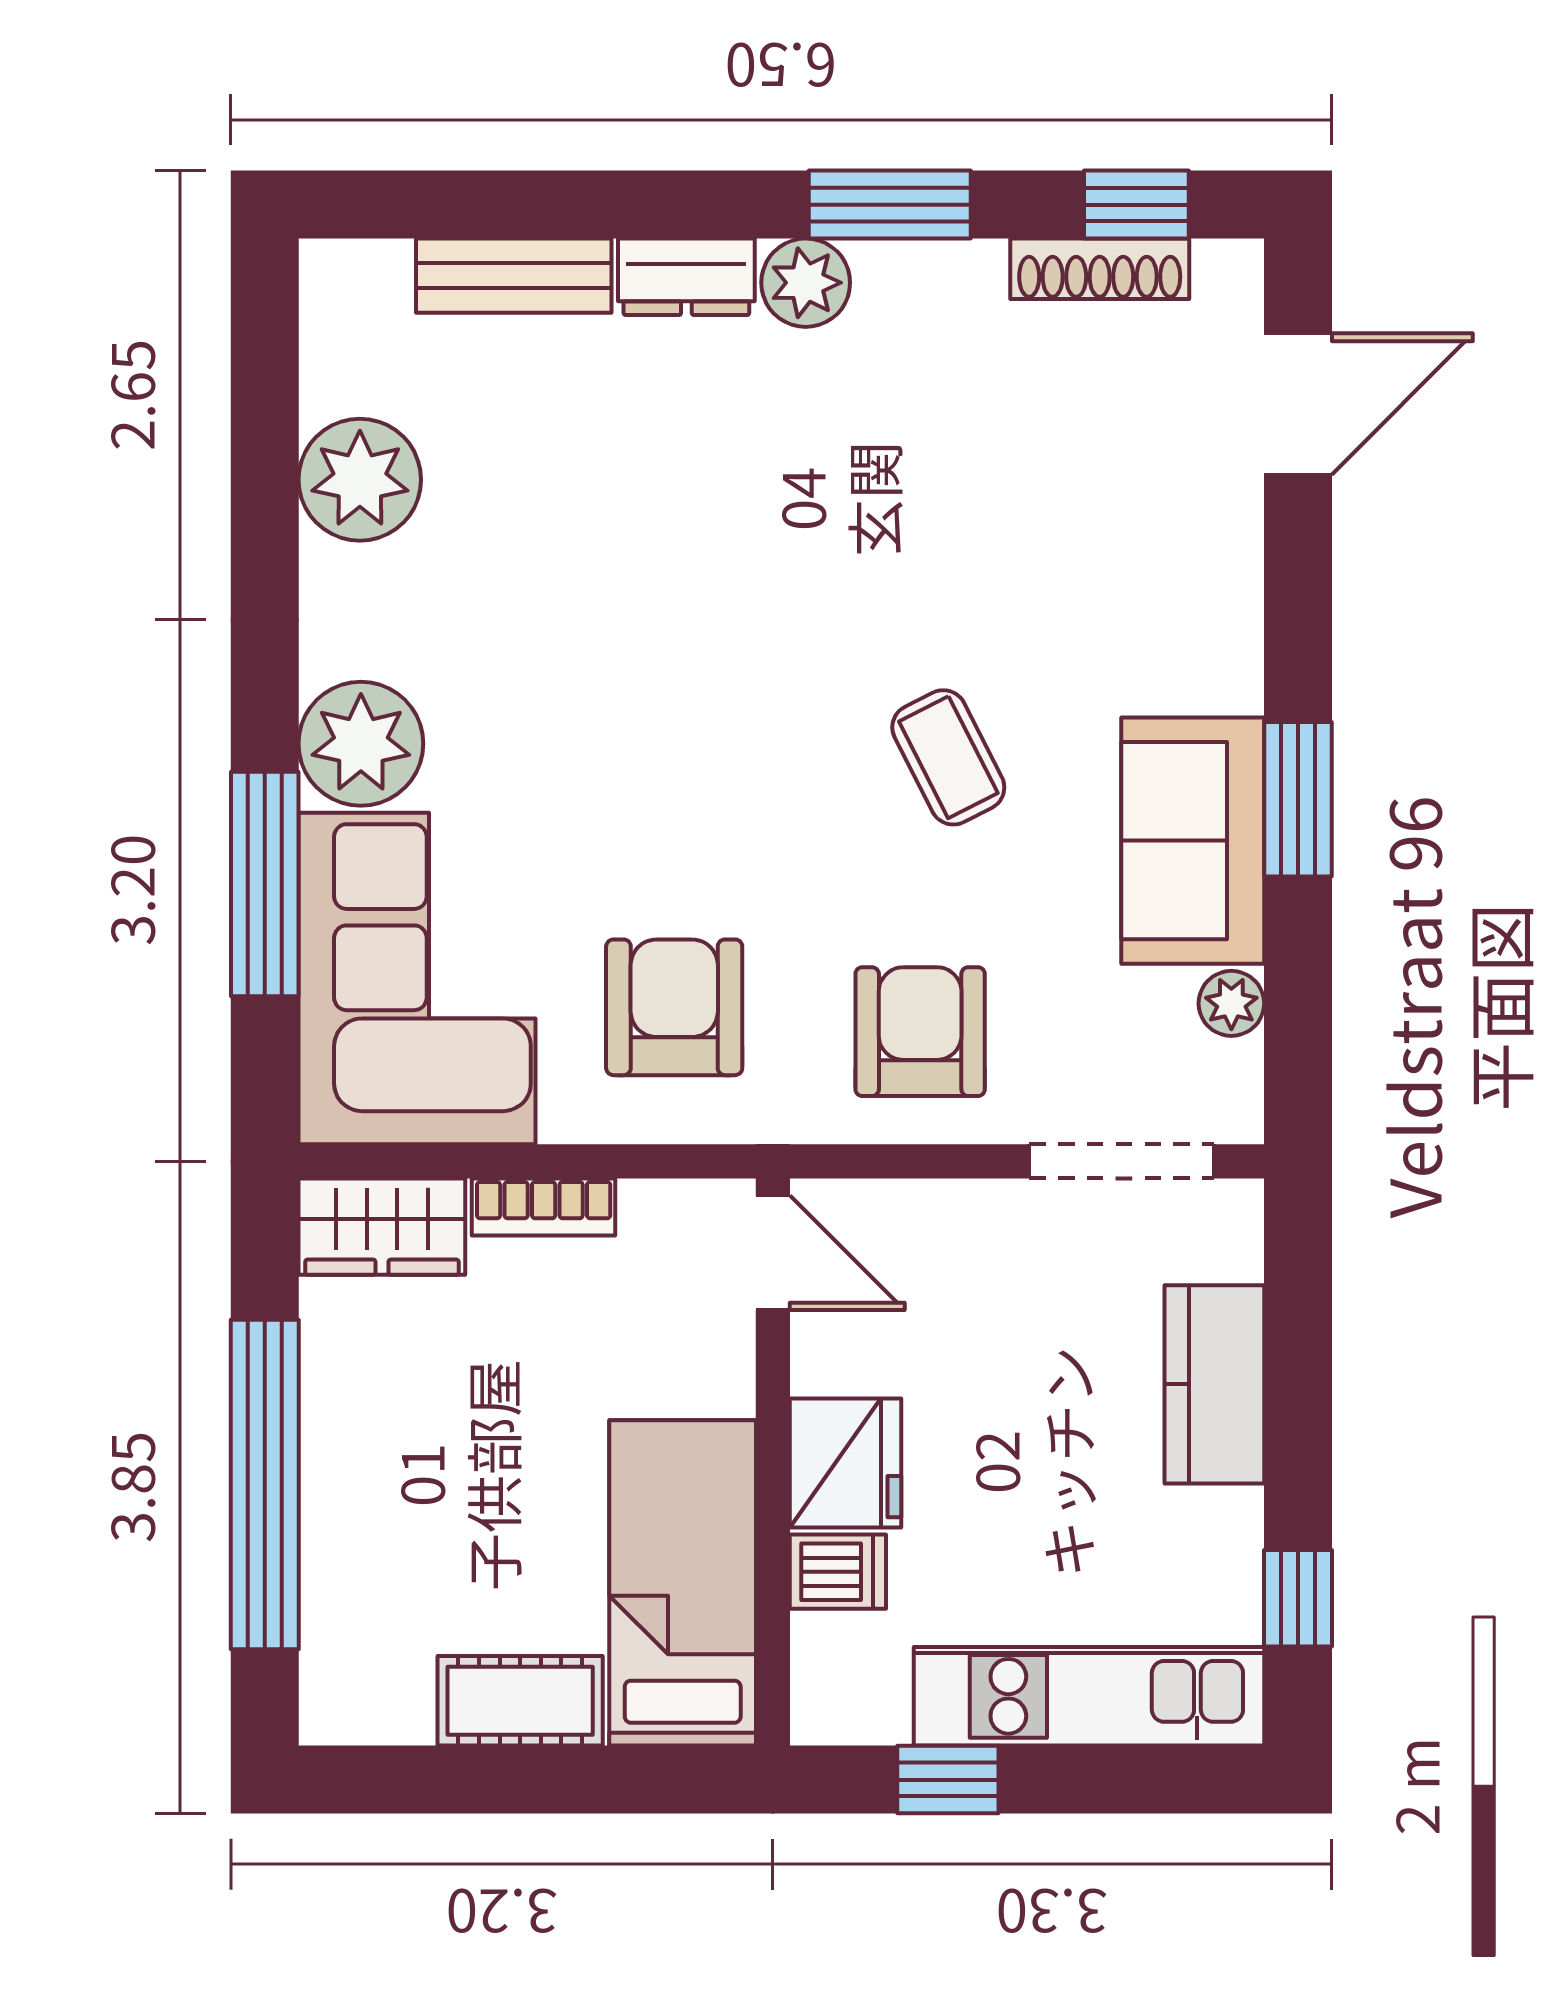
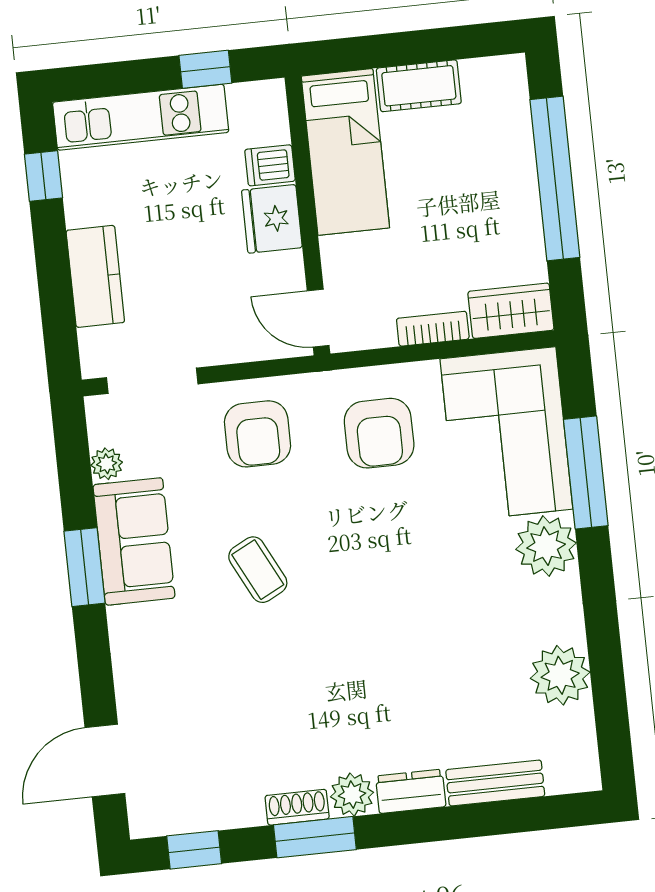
shoe rack: (1100, 269) -> (297, 807), moved, width x0.70

